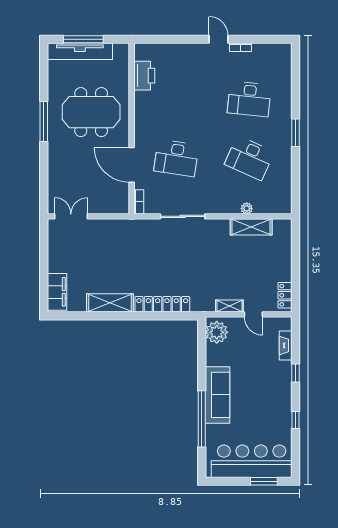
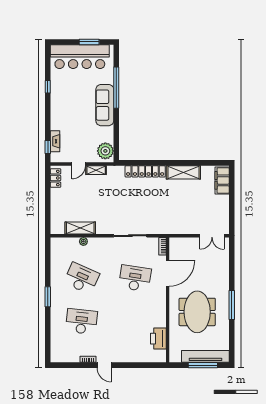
meeting table: (91, 112) -> (197, 312), turned 90
door: (132, 165) -> (168, 273), hinge flipped
door: (253, 314) -> (79, 164), swing flipped
window: (295, 373) -> (48, 147), moved
window: (264, 481) -> (89, 42), moved

